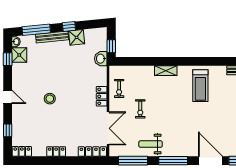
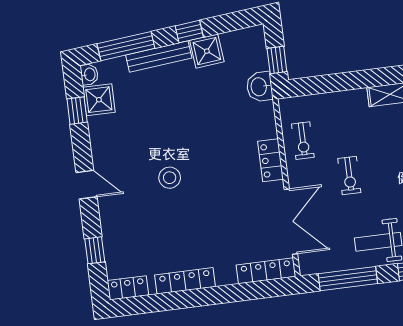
locker: (56, 151) -> (185, 281), width x1.53

